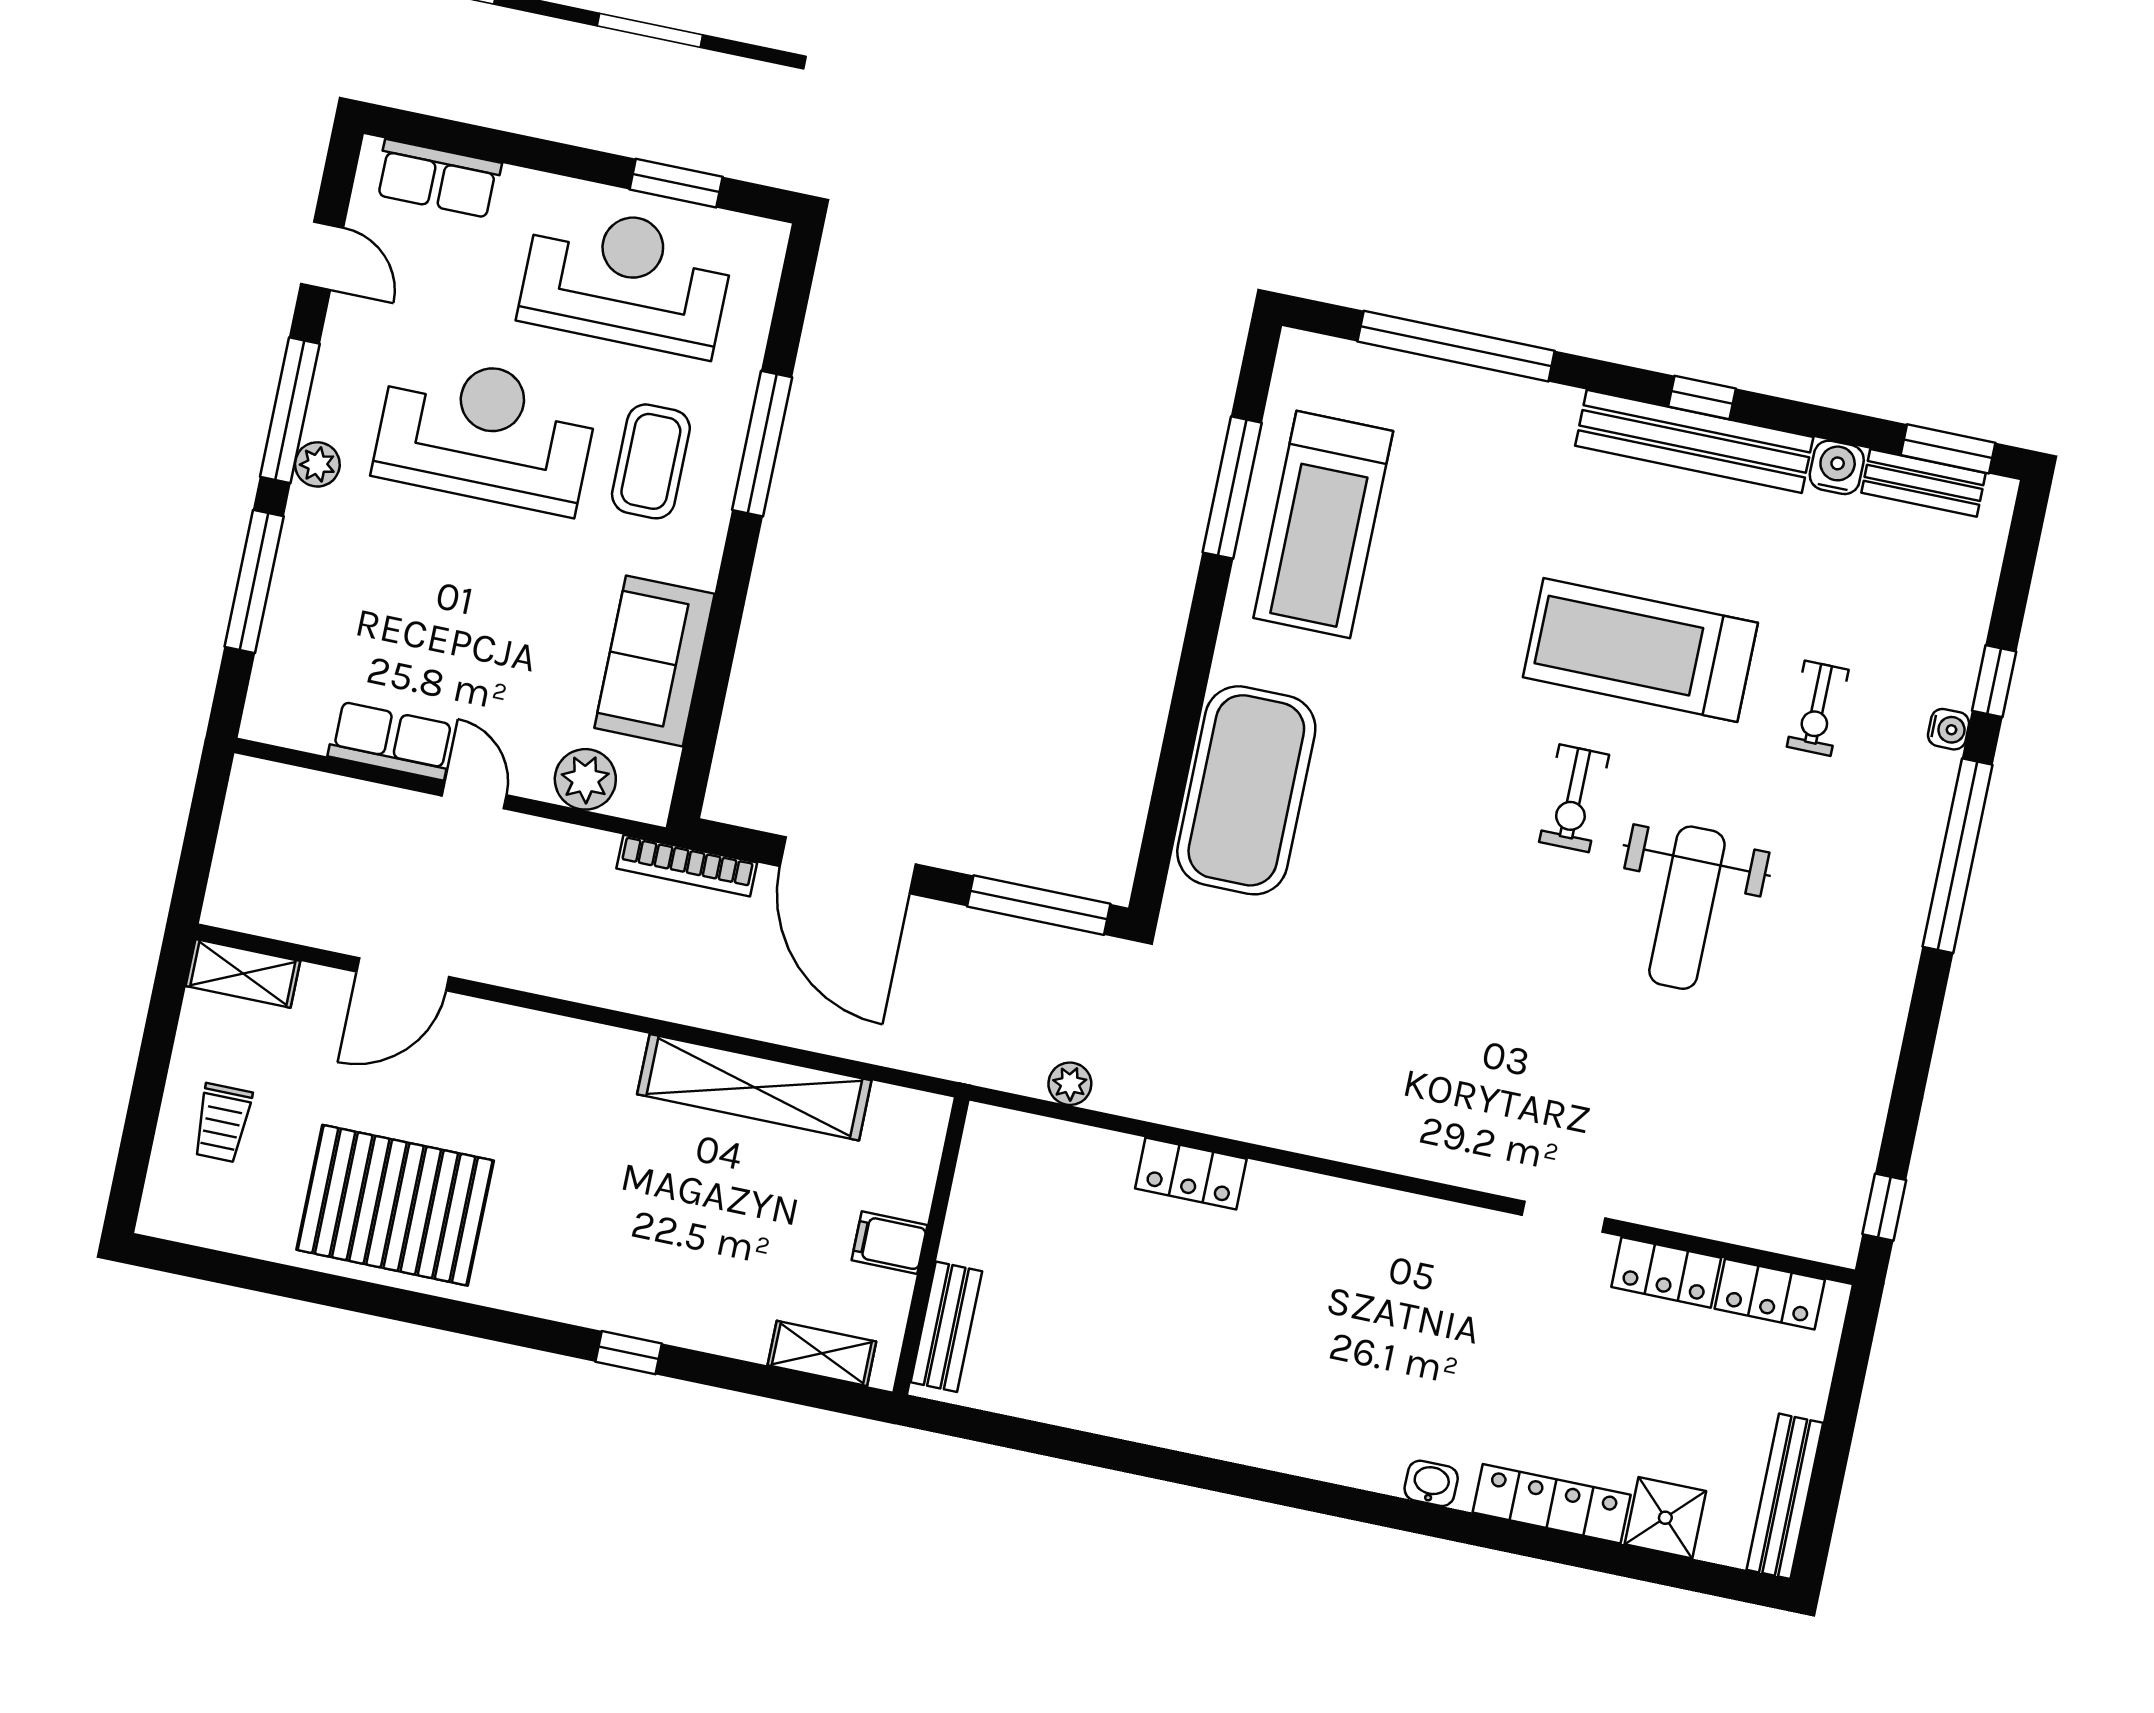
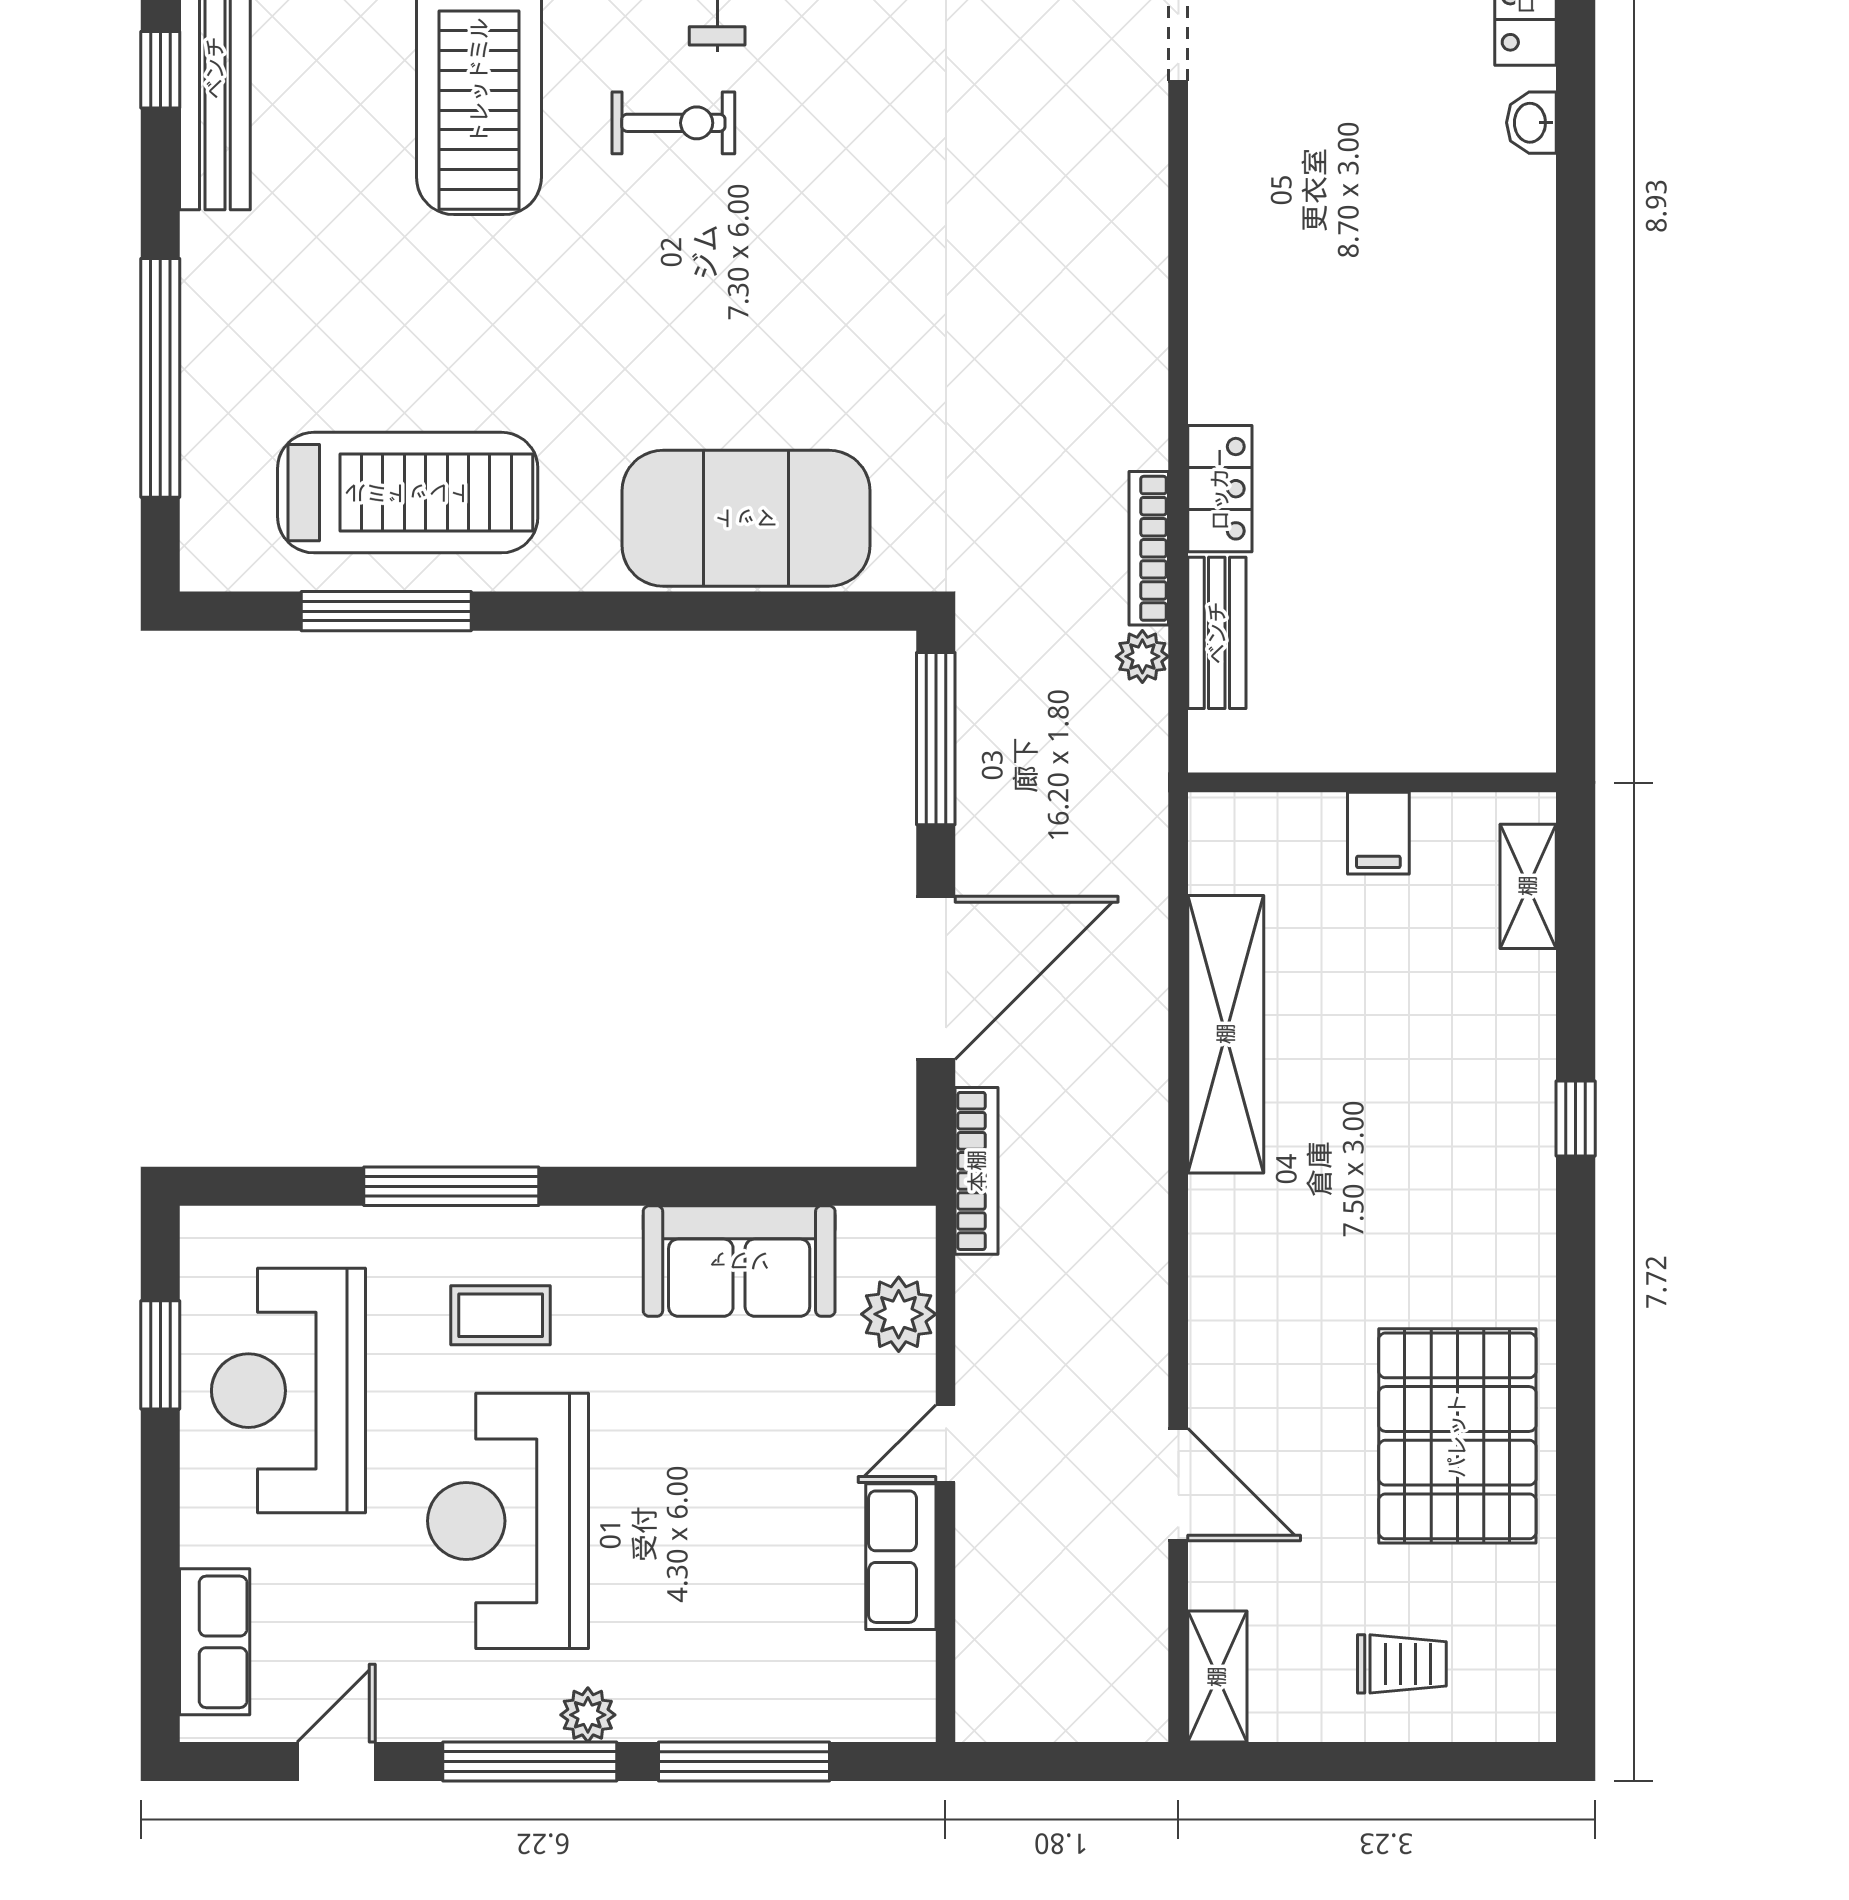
coffee table: (651, 461) -> (501, 1315), width x0.73, depth x0.77
bookcase: (1155, 1107) -> (1149, 548), added
bench: (946, 1327) -> (1217, 633), moved, turned 90

